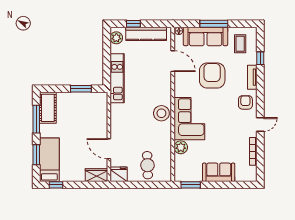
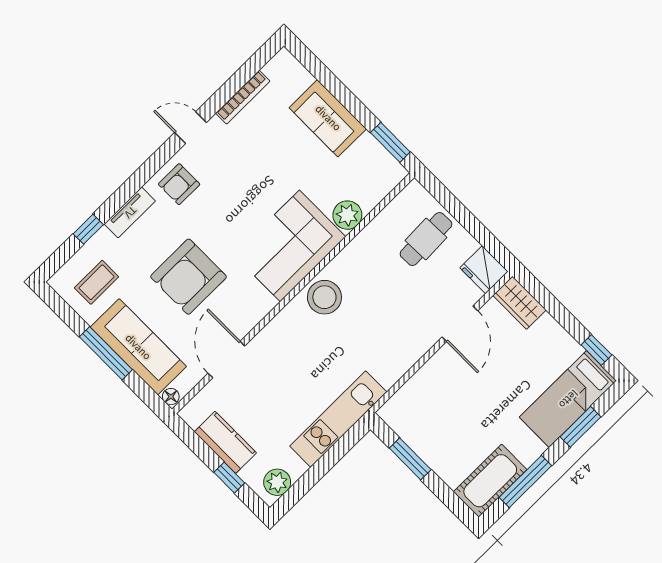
kitchen counter: (146, 34) -> (225, 442), width x0.67

